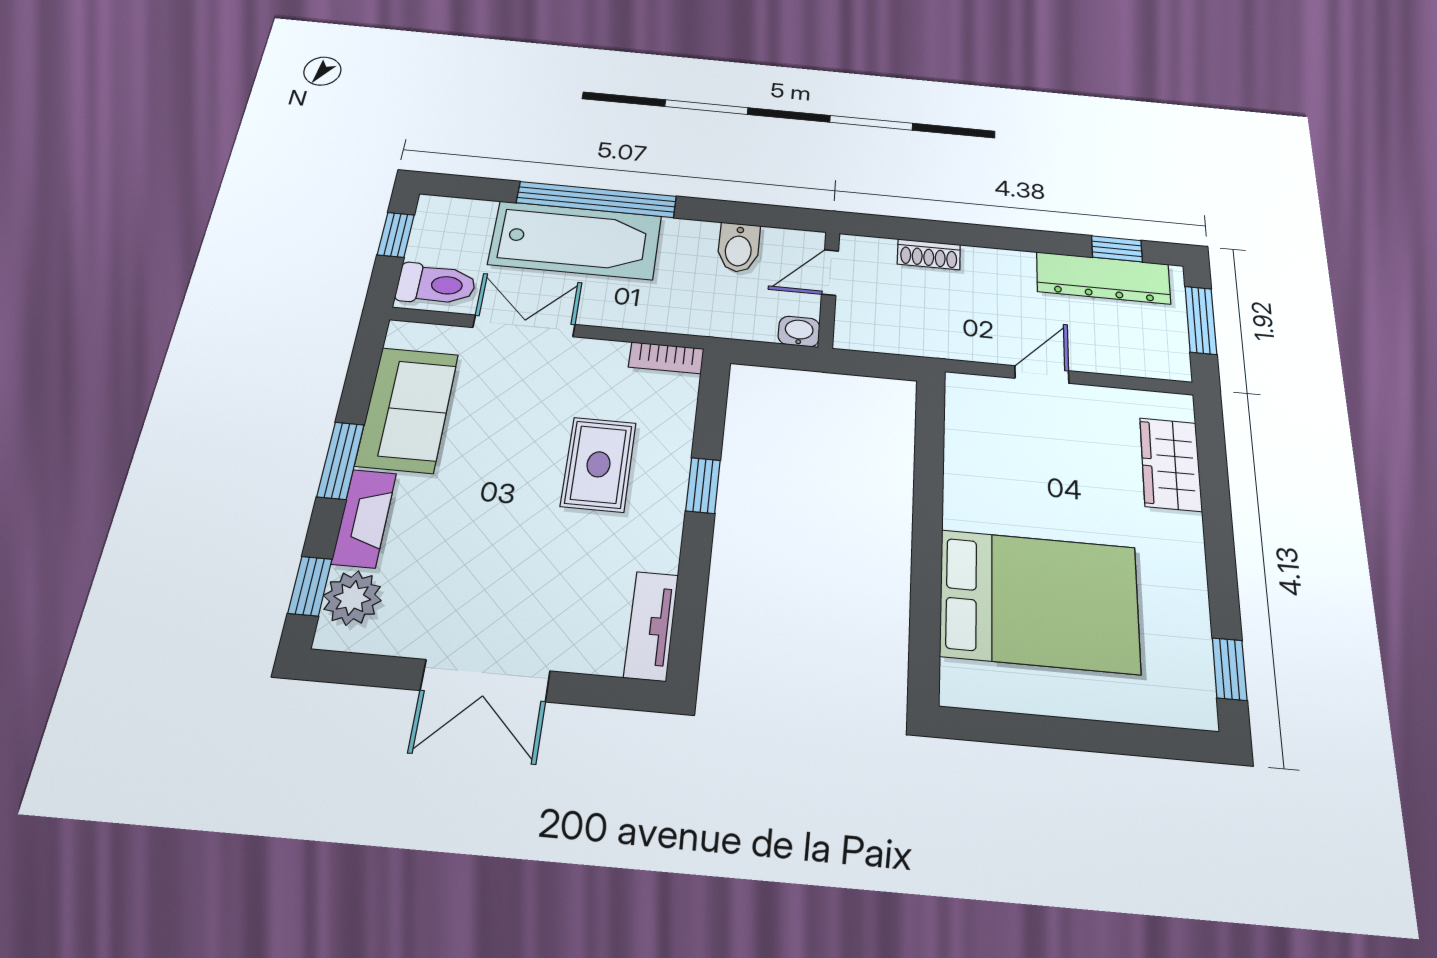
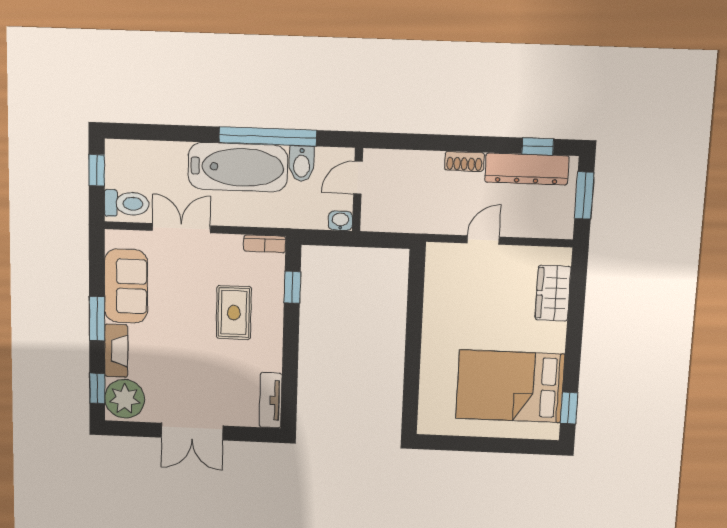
window: (597, 200) -> (268, 136), moved
bathtub: (575, 240) -> (238, 167), moved
shoe rack: (929, 254) -> (464, 161), moved
window: (703, 485) -> (292, 287), moved
plant: (352, 598) -> (125, 399), width x1.36, depth x1.36
bed: (1039, 601) -> (510, 386), moved, turned 180

